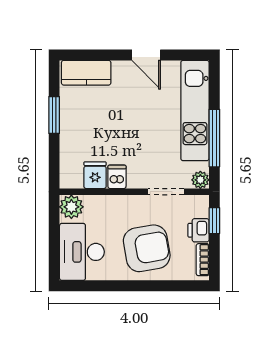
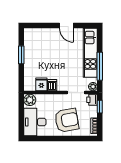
kitchen counter: (86, 73) -> (37, 34), removed
printer: (199, 230) -> (92, 100), moved

